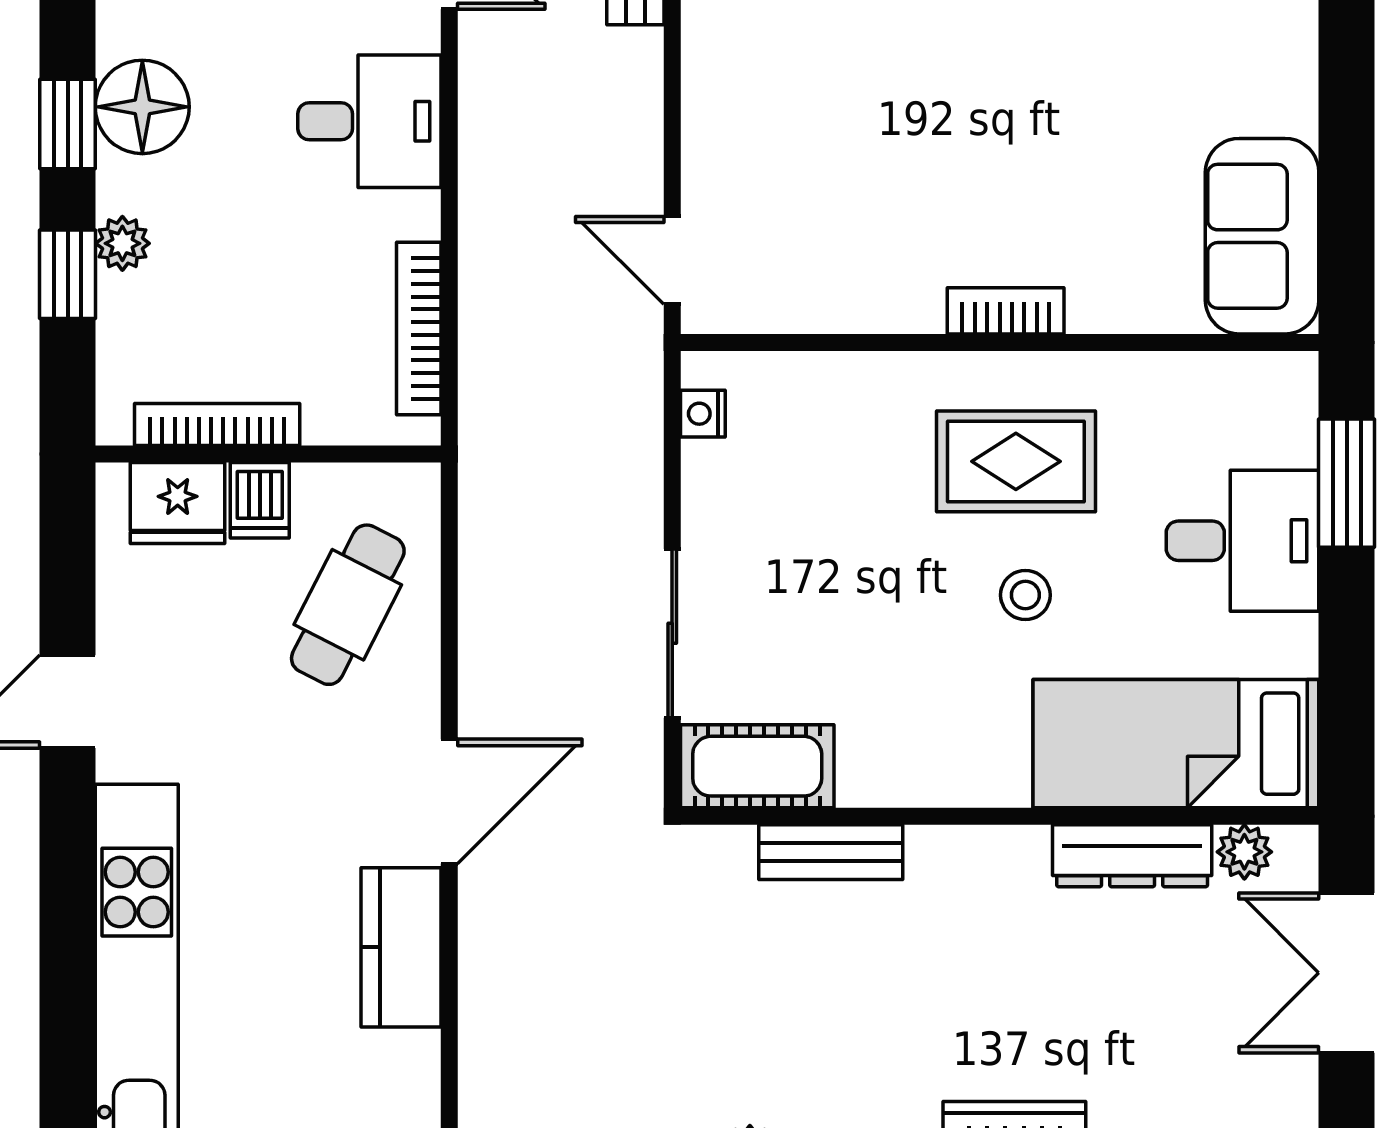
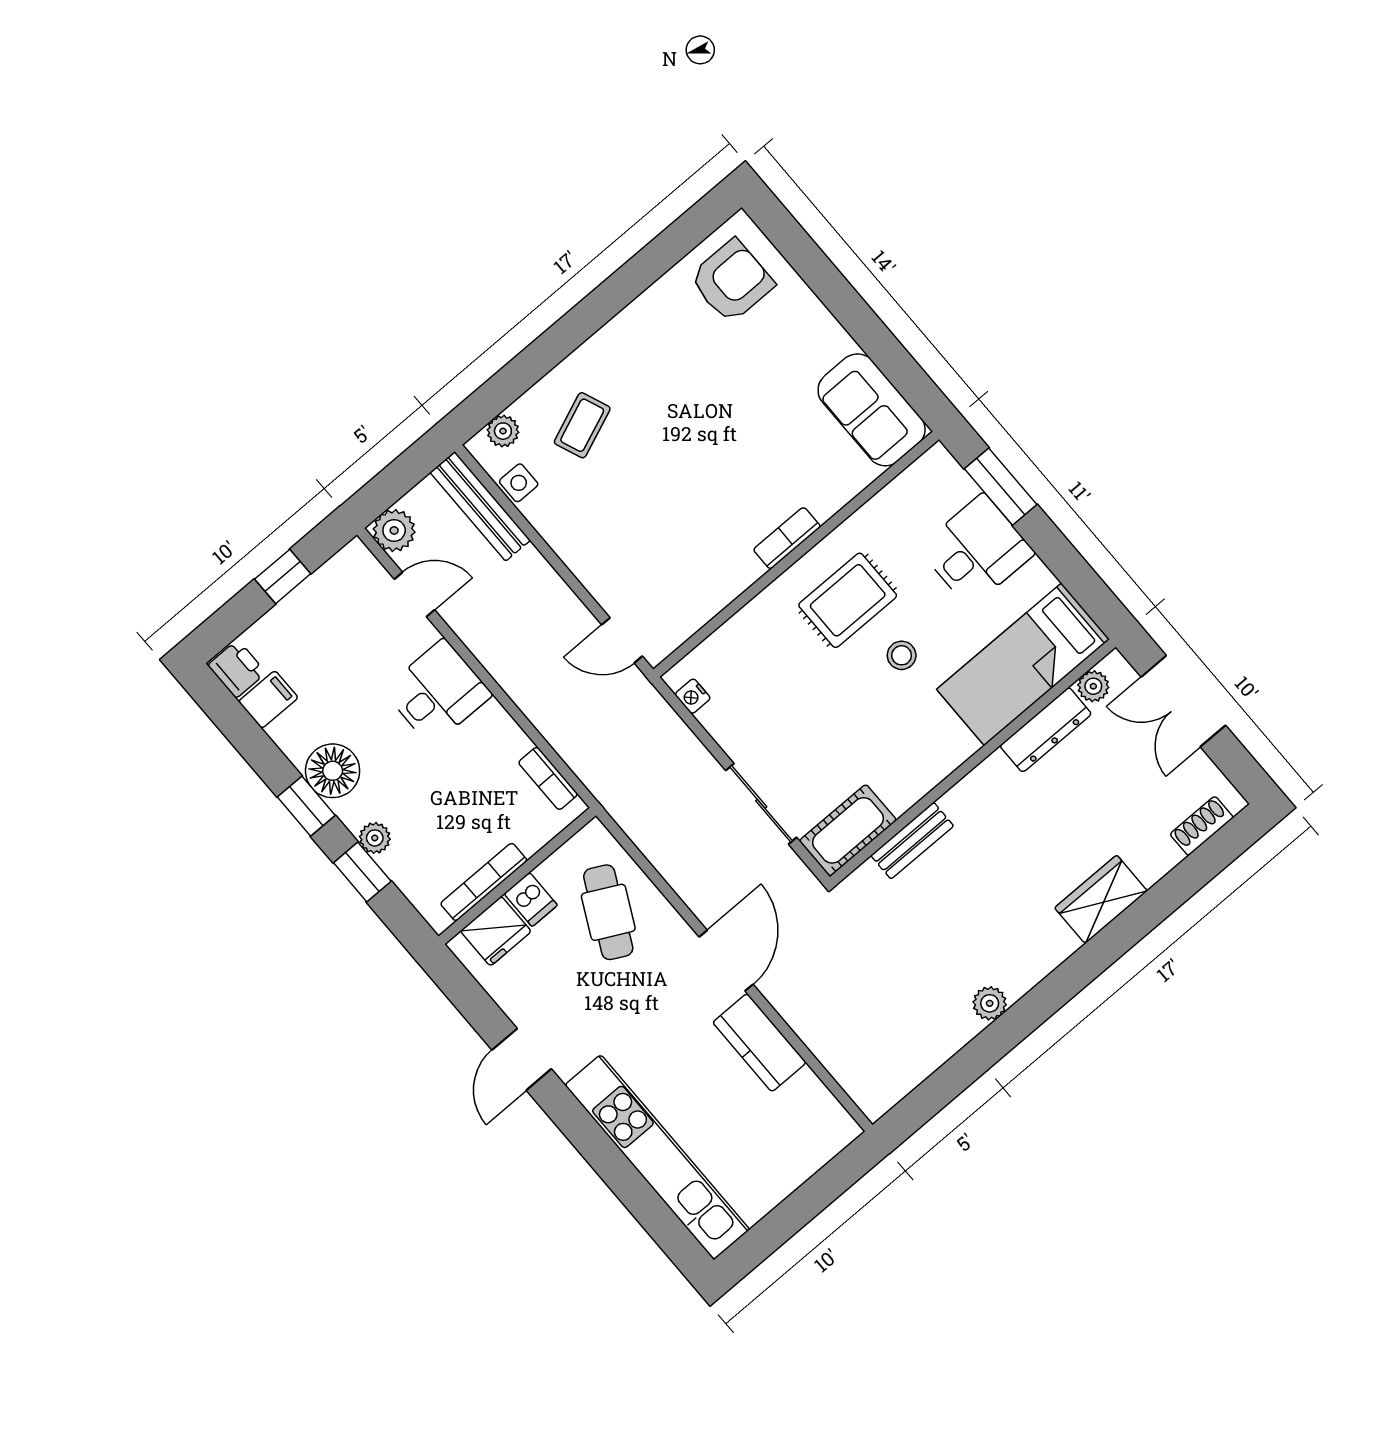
bookcase: (419, 329) -> (548, 778), width x0.64

